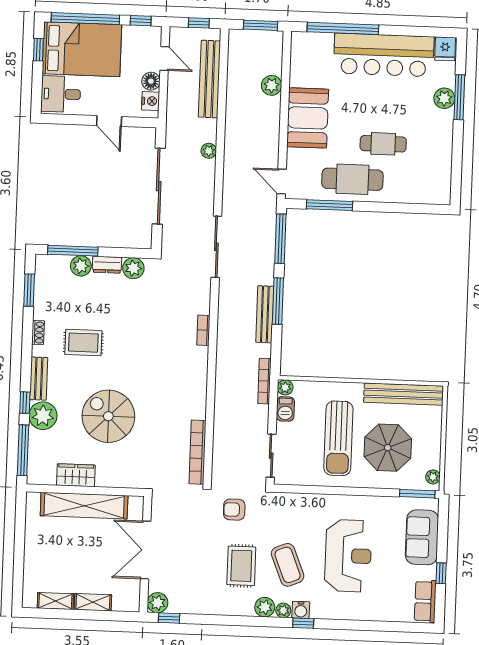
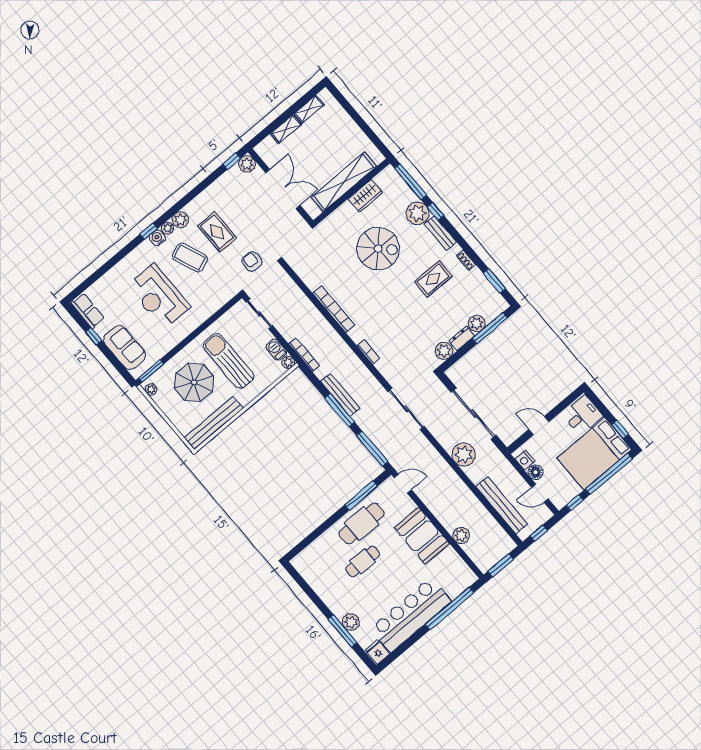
plant: (209, 151) -> (464, 455), width x1.88, depth x1.88
bookcase: (197, 452) -> (333, 309), moved
armchair: (234, 510) -> (252, 261), turned -90

